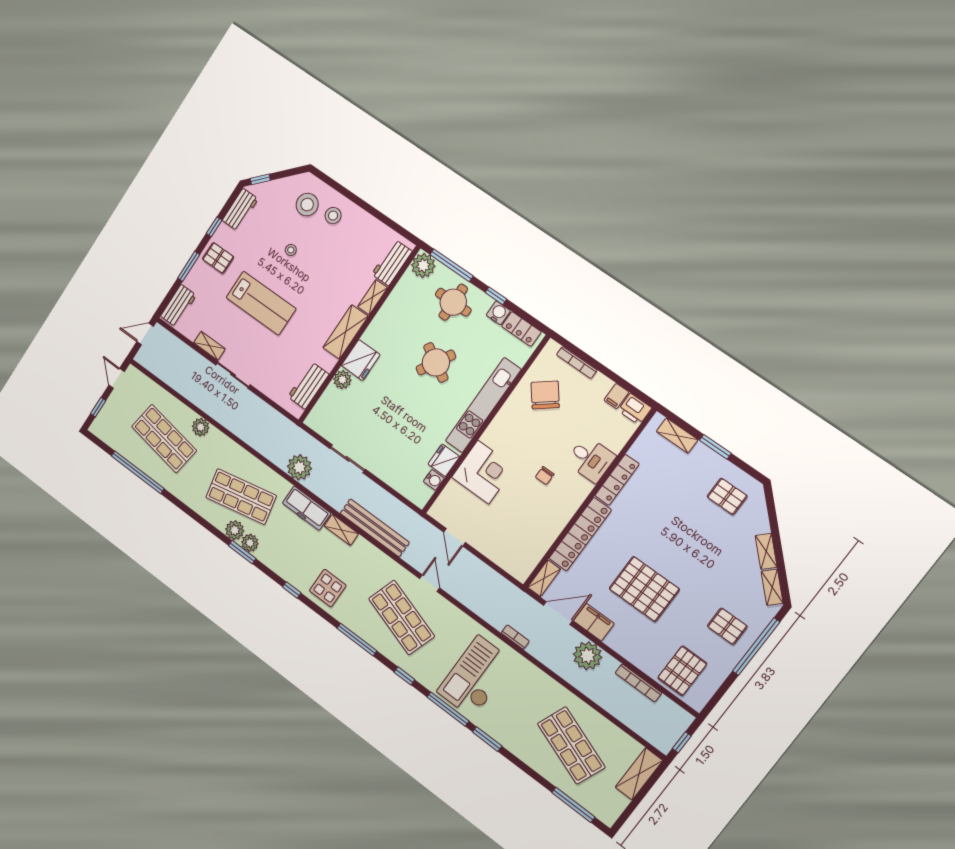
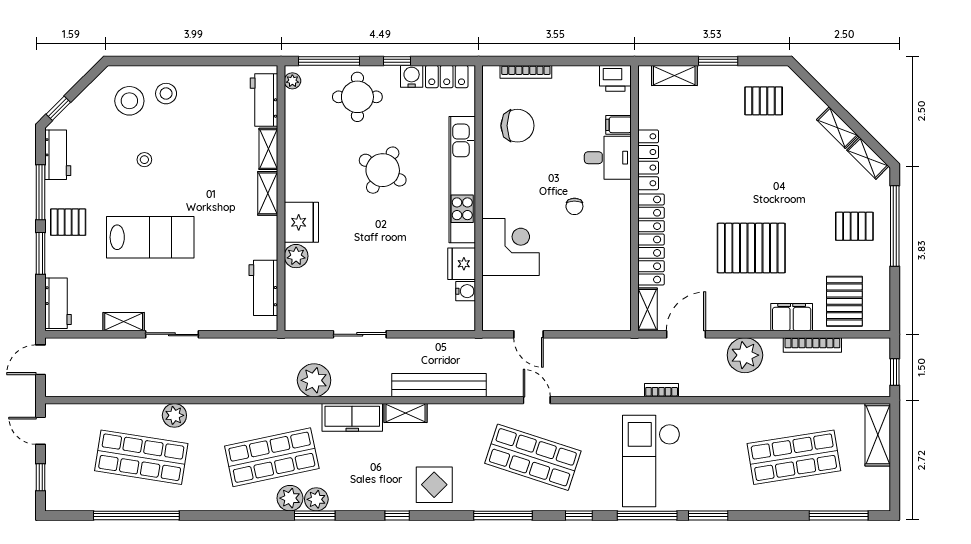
window: (214, 227) -> (41, 192), width x2.17
plant: (423, 266) -> (292, 81), width x0.53, depth x0.53
shelving: (345, 332) -> (268, 193), width x0.67, depth x0.75
chair: (545, 395) -> (517, 126), turned 128
filing cabinet: (616, 396) -> (618, 125), moved, turned 90
filing cabinet: (594, 622) -> (792, 317), moved
shop shelf: (571, 745) -> (794, 457), turned -30

